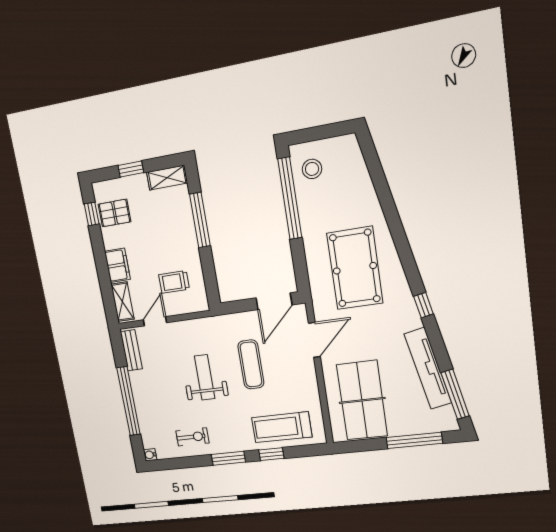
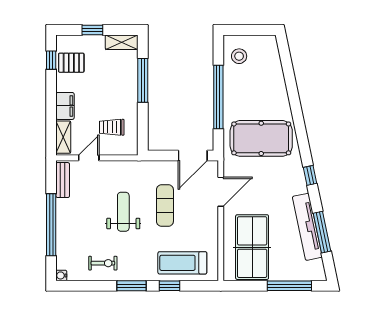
window: (290, 198) -> (218, 97), moved
pool table: (355, 268) -> (261, 138), turned 90
window: (455, 394) -> (322, 232), moved

